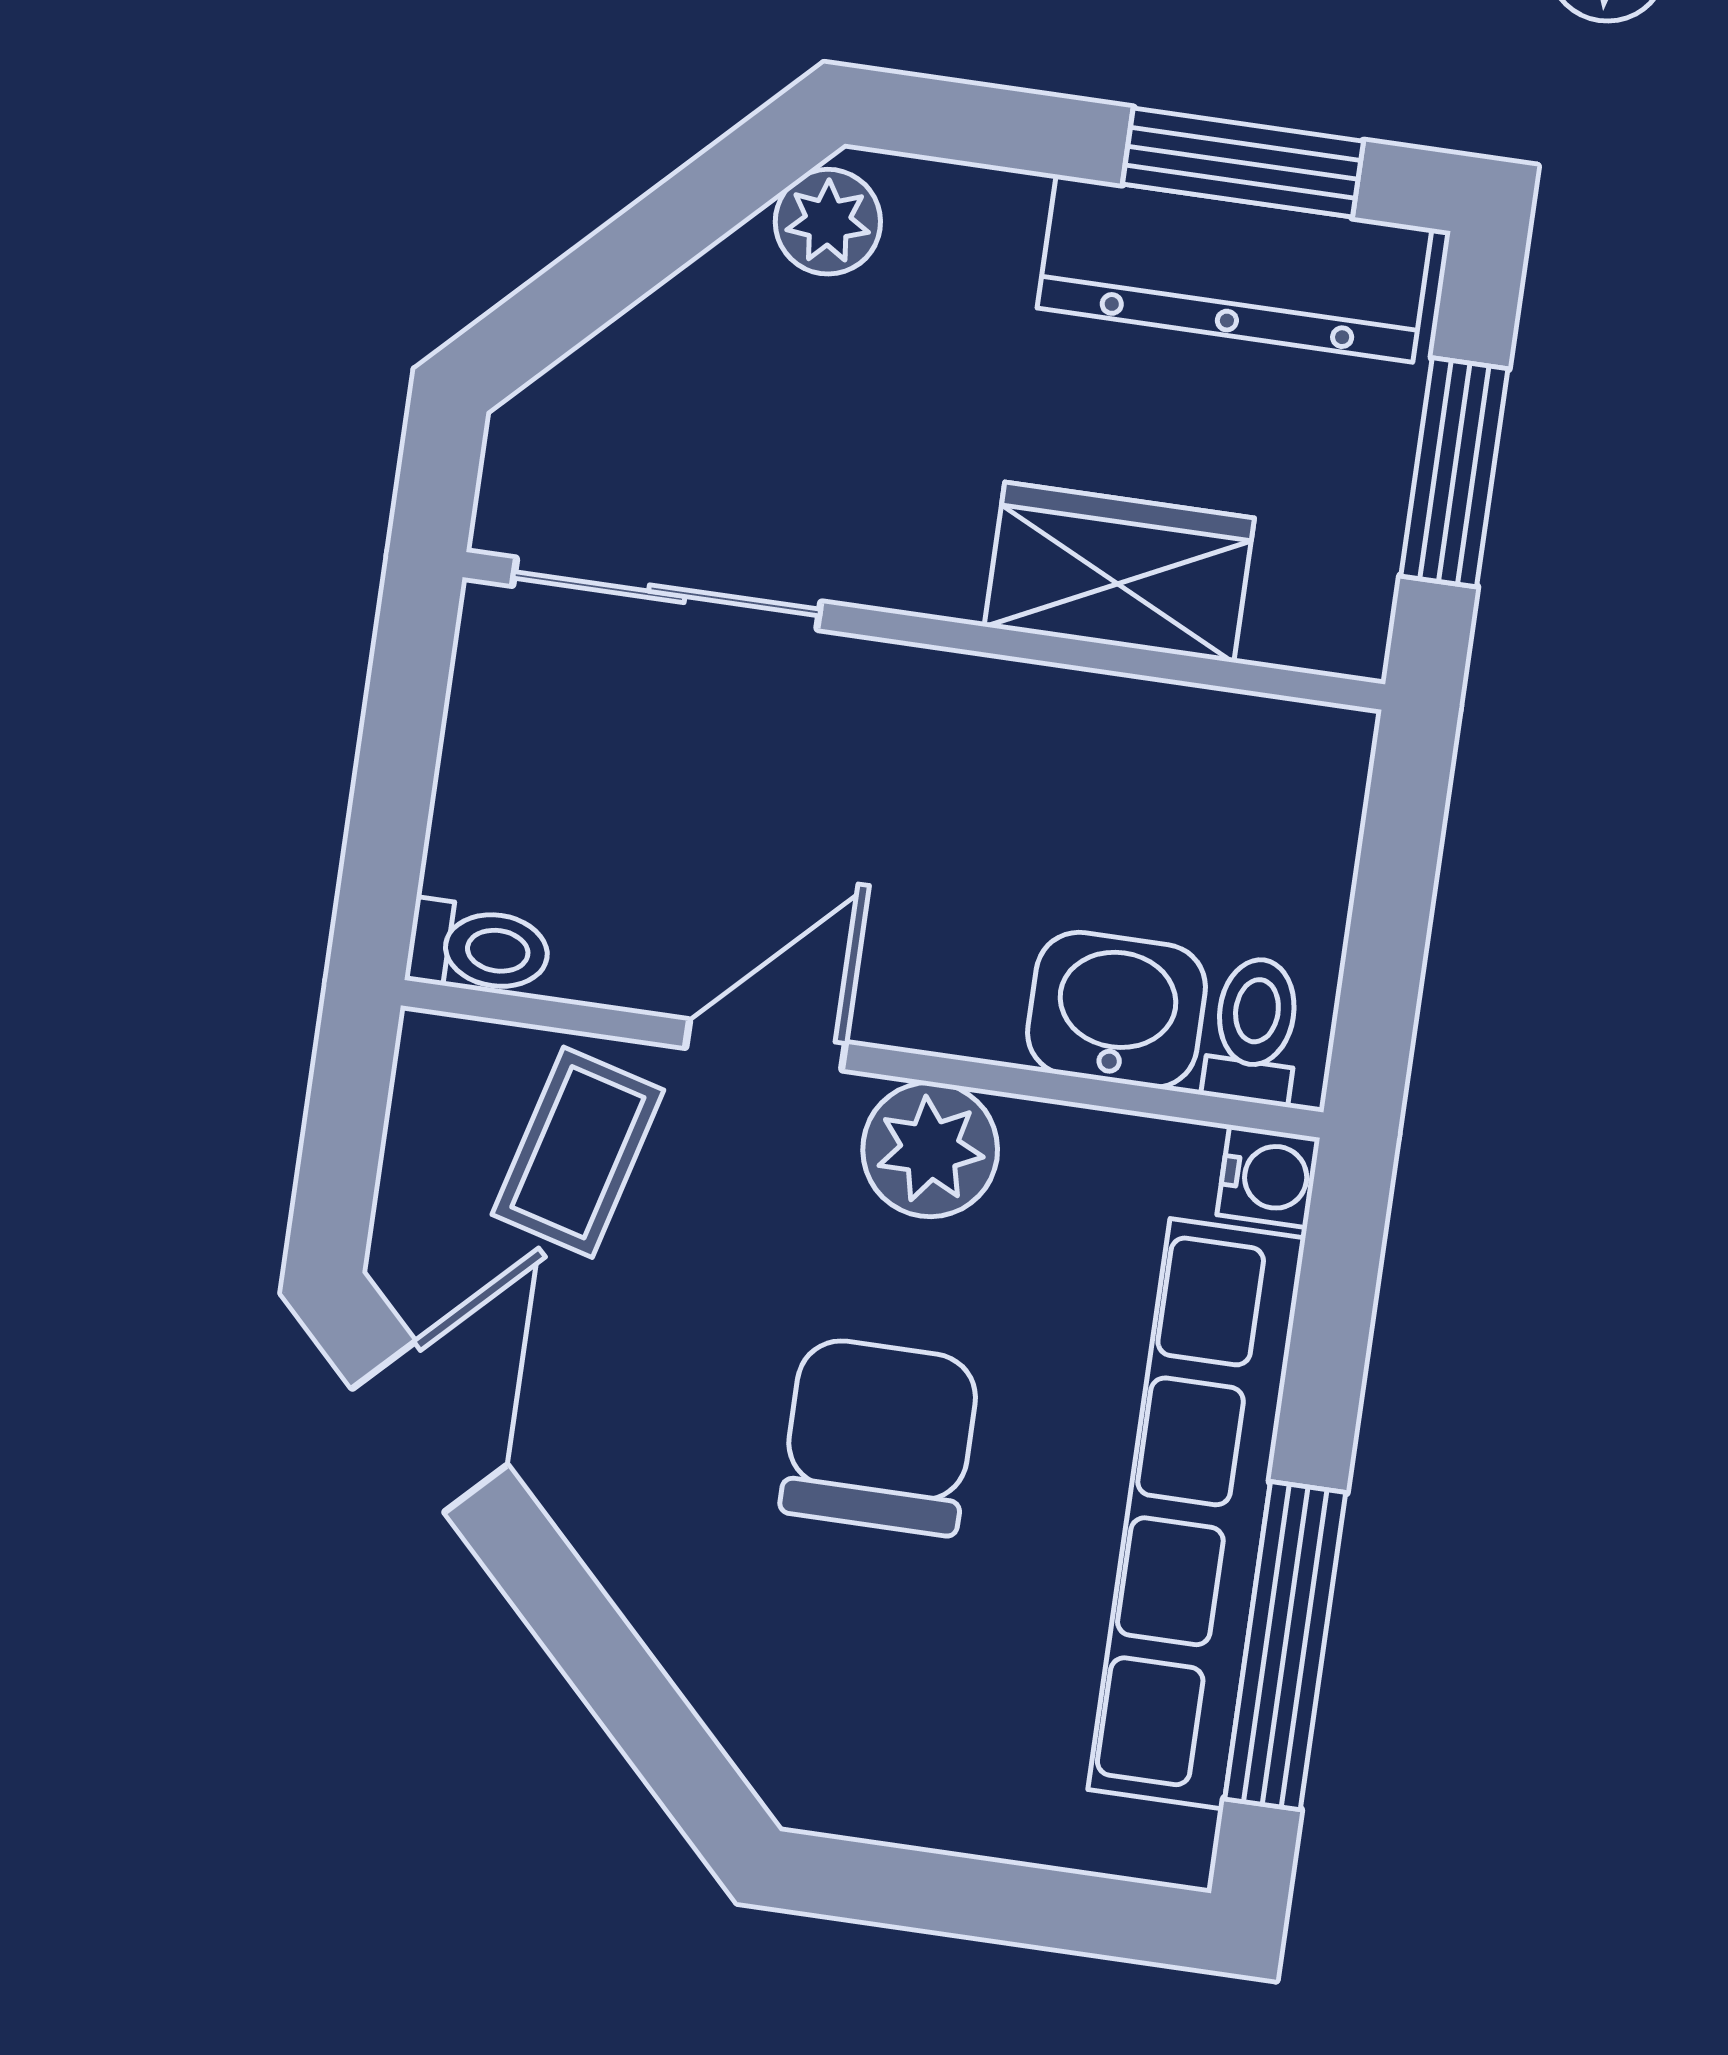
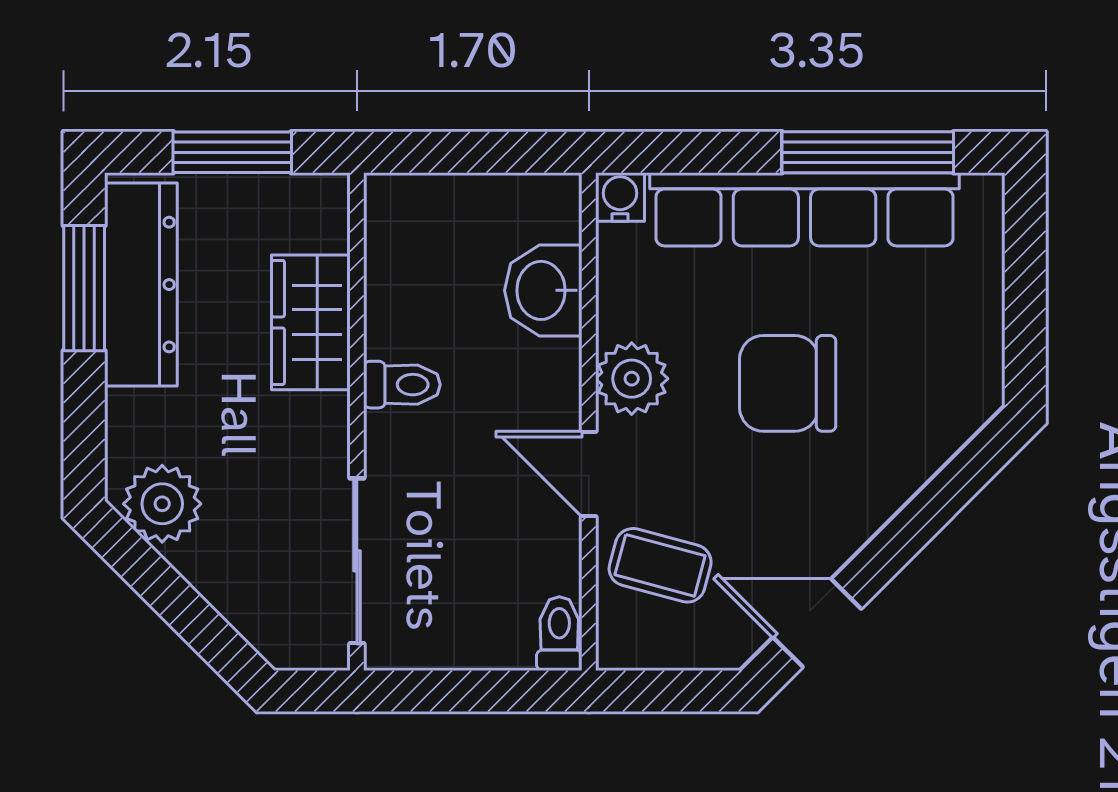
plant: (828, 222) -> (162, 504), width x1.38, depth x1.38
toilet: (1254, 1030) -> (402, 385), moved, turned 180

